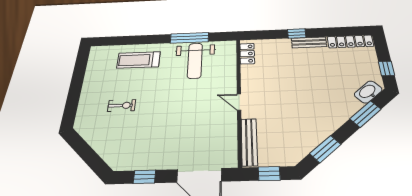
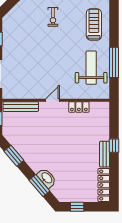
locker: (247, 54) -> (79, 107), moved
weight bench: (195, 61) -> (91, 68), turned 90
washbasin: (368, 92) -> (47, 178), moved

